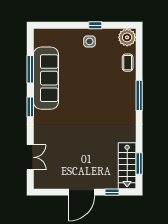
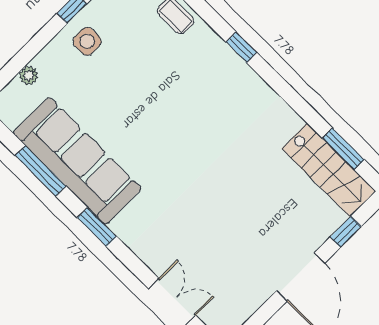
plant: (58, 33) -> (29, 75), added
window: (139, 95) -> (241, 47), width x0.46

